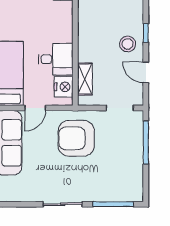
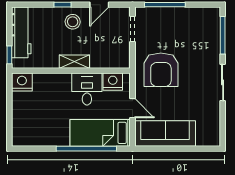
shelving: (85, 79) -> (74, 62), moved

